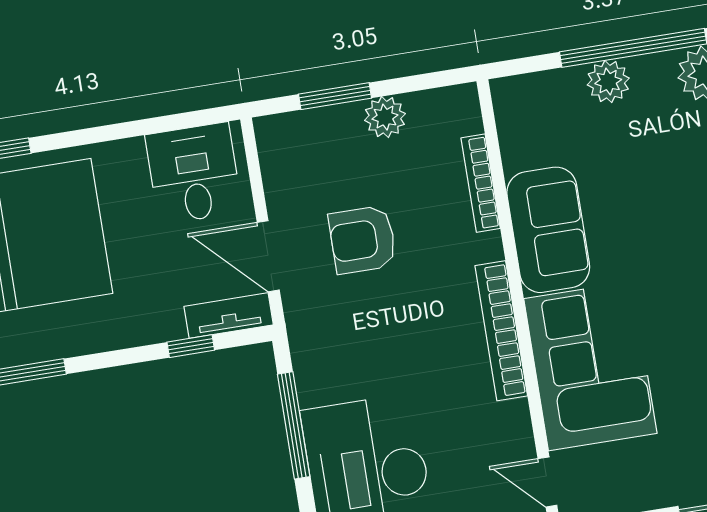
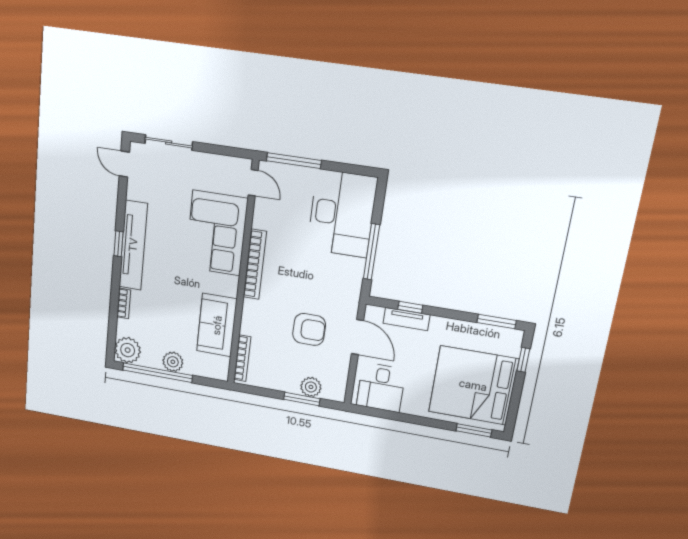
plant: (385, 117) -> (311, 387), moved
bookcase: (481, 183) -> (242, 358), moved
sofa: (548, 230) -> (217, 325), moved
tv unit: (229, 316) -> (407, 319), moved

